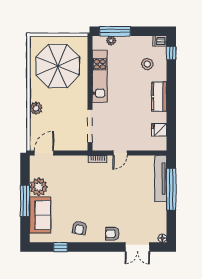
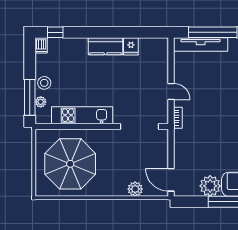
stool: (147, 64) -> (44, 83), moved
plant: (36, 108) -> (135, 189), moved
fridge: (159, 130) -> (131, 46), moved

